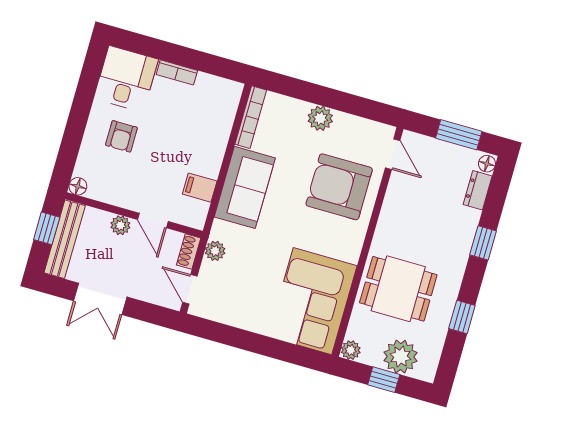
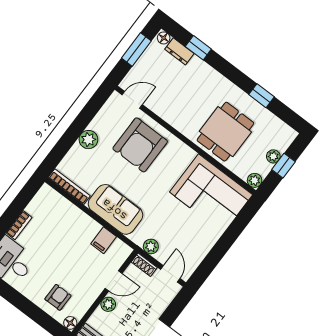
armchair: (121, 136) -> (58, 297), moved, turned -90
window: (483, 243) -> (198, 48), moved
door: (190, 289) -> (170, 274), swing flipped
plant: (400, 357) -> (273, 156), width x0.53, depth x0.53

